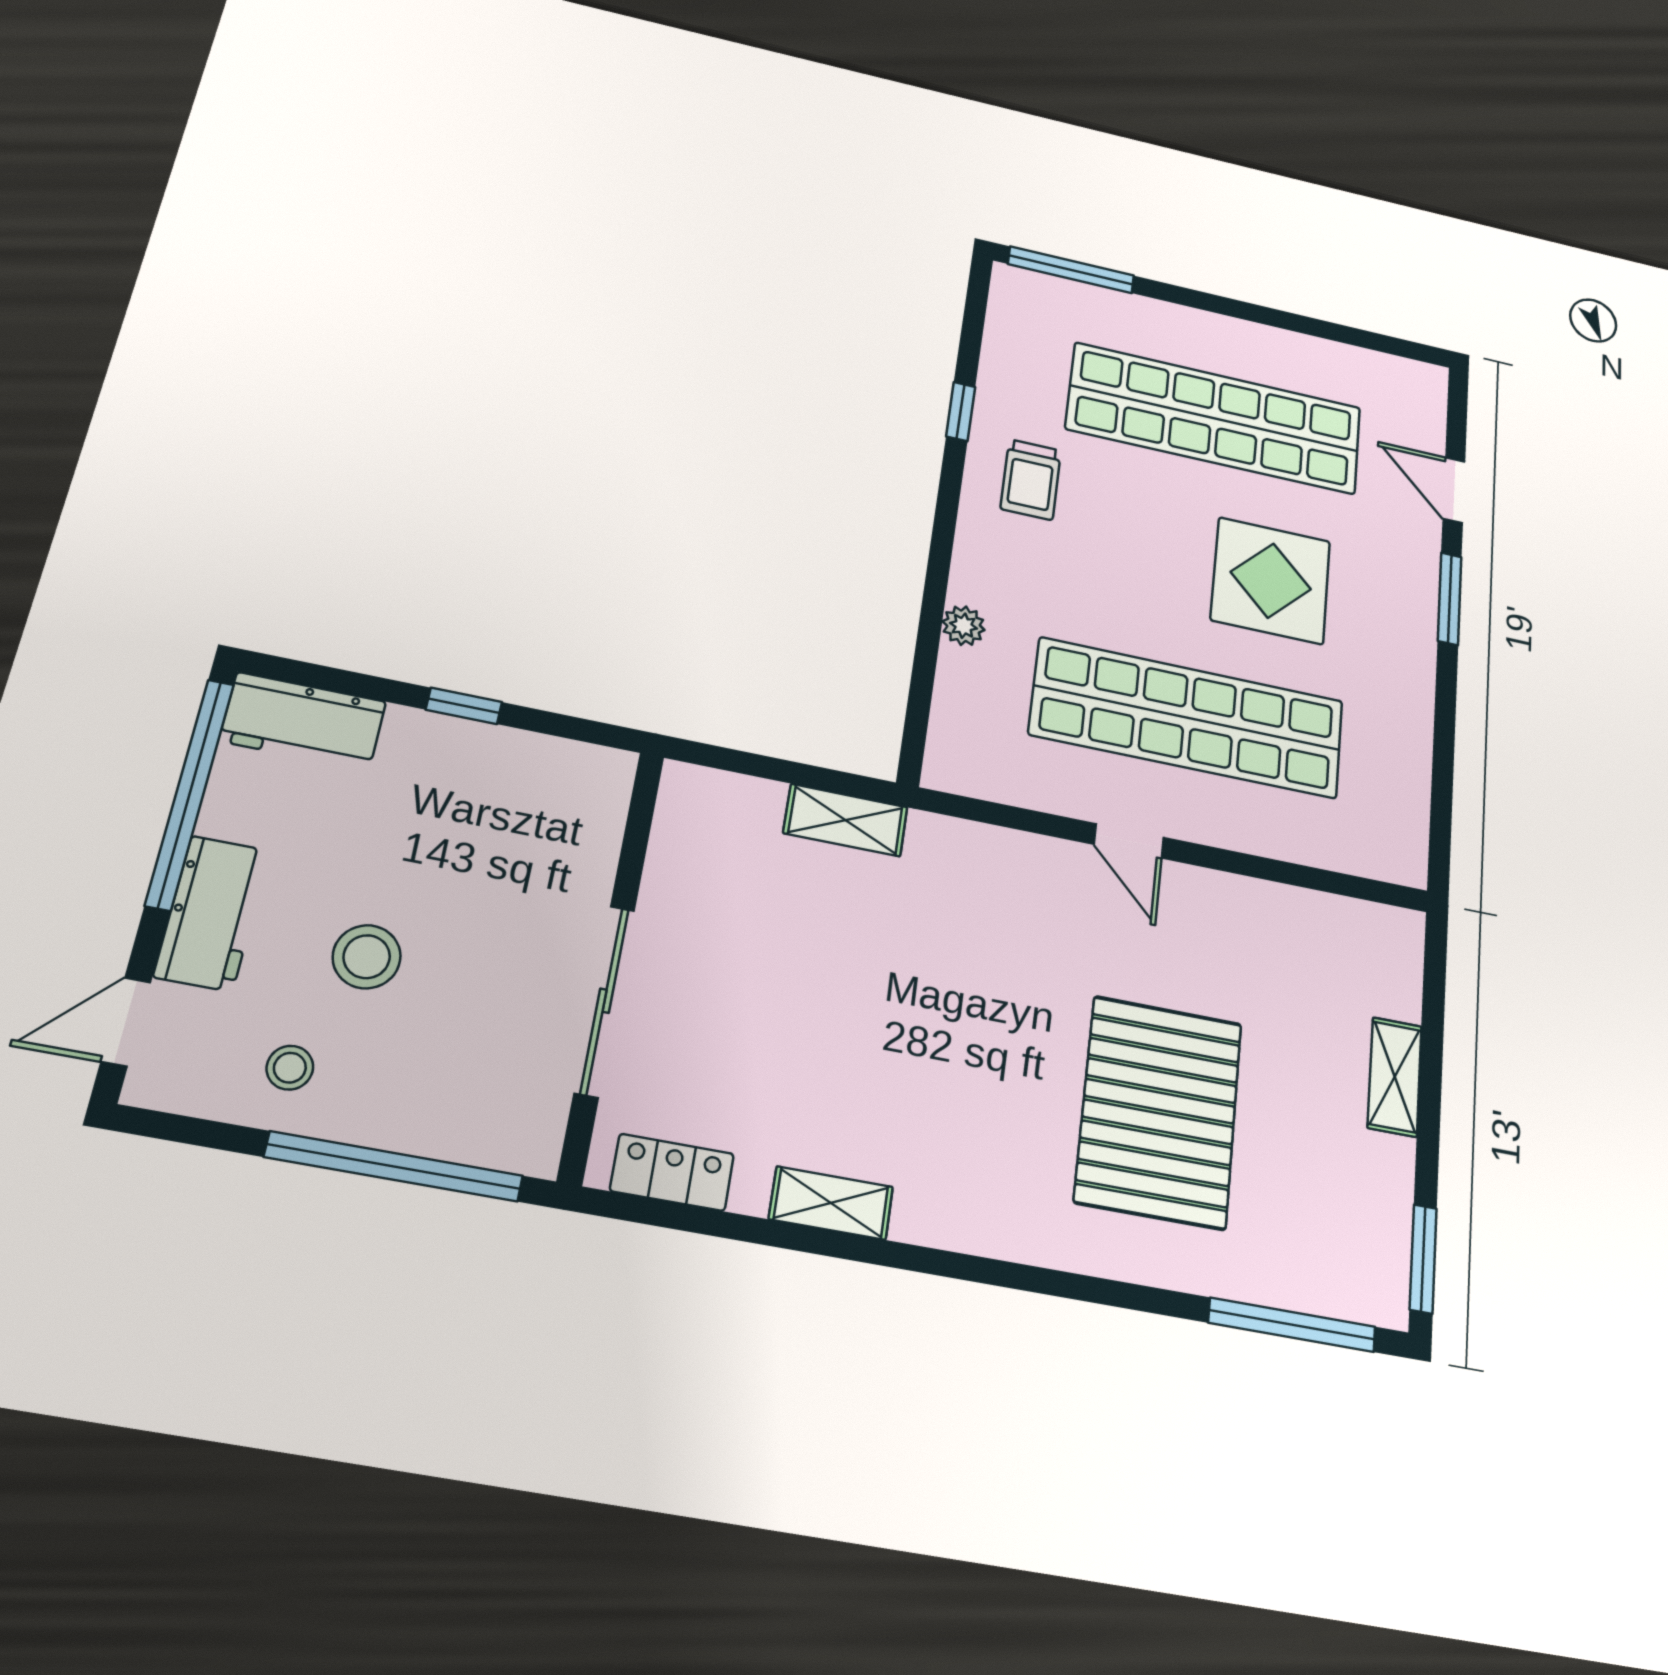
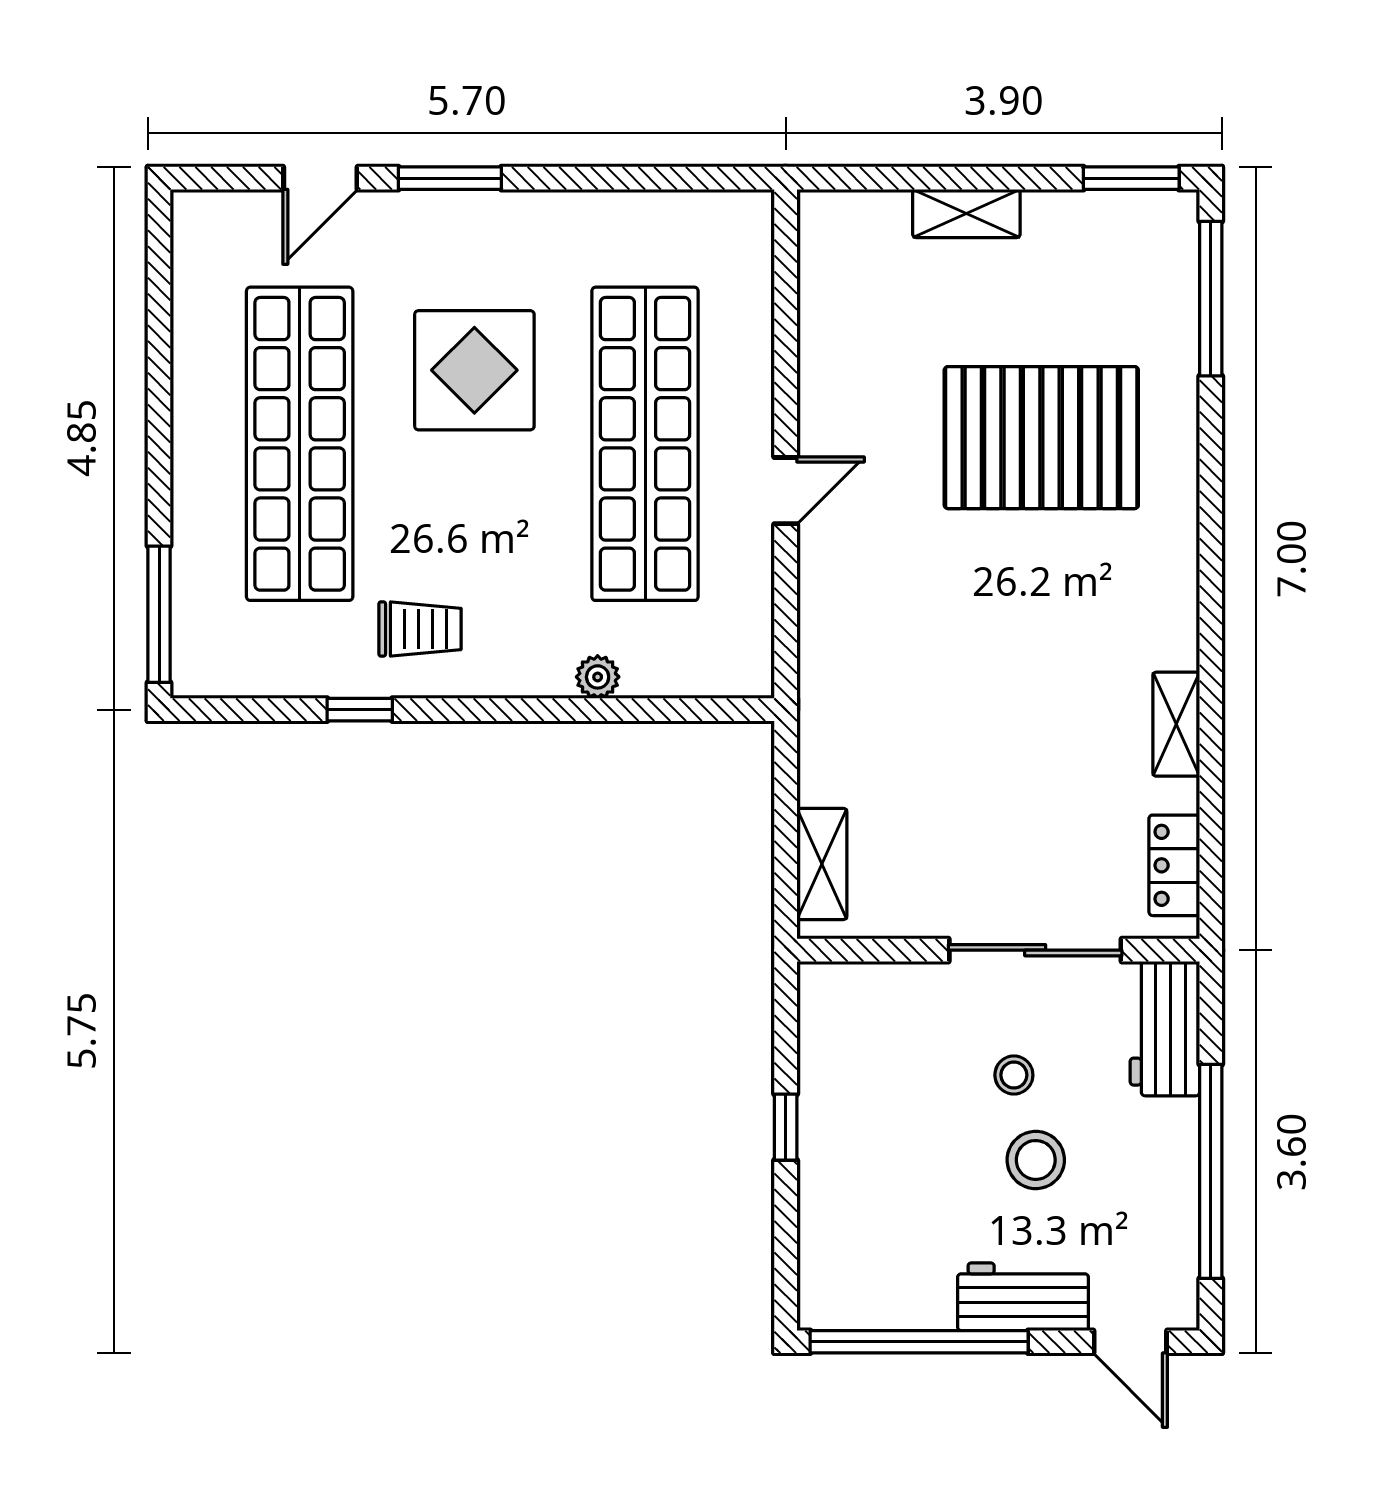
workbench: (303, 721) -> (1165, 1029), moved, turned 180
shelving: (845, 820) -> (822, 864), moved
stool: (290, 1068) -> (1014, 1075), moved
window: (394, 1166) -> (1211, 1171), moved

